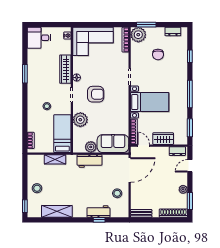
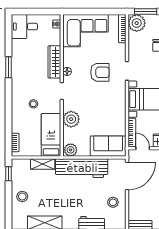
armchair: (96, 94) -> (100, 72), moved
plant: (91, 147) -> (71, 150), moved
workbench: (90, 161) -> (82, 168), width x1.88, depth x1.32
window: (25, 206) -> (9, 174), moved

